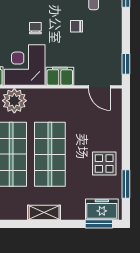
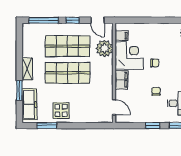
window: (126, 64) -> (153, 126), moved
door: (99, 87) -> (114, 107), swing flipped
freezer: (102, 209) -> (29, 104), width x1.40
window: (99, 224) -> (19, 90), moved

